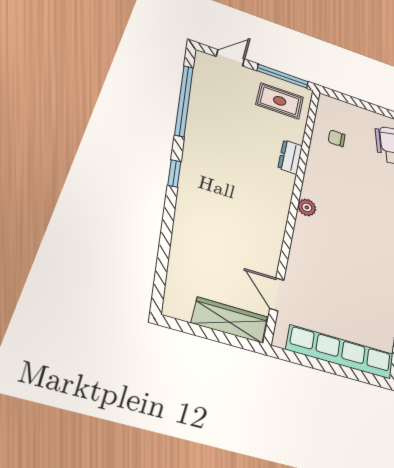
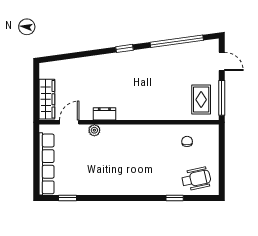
dresser: (290, 157) -> (104, 114), moved
plant: (307, 207) -> (94, 130), moved

